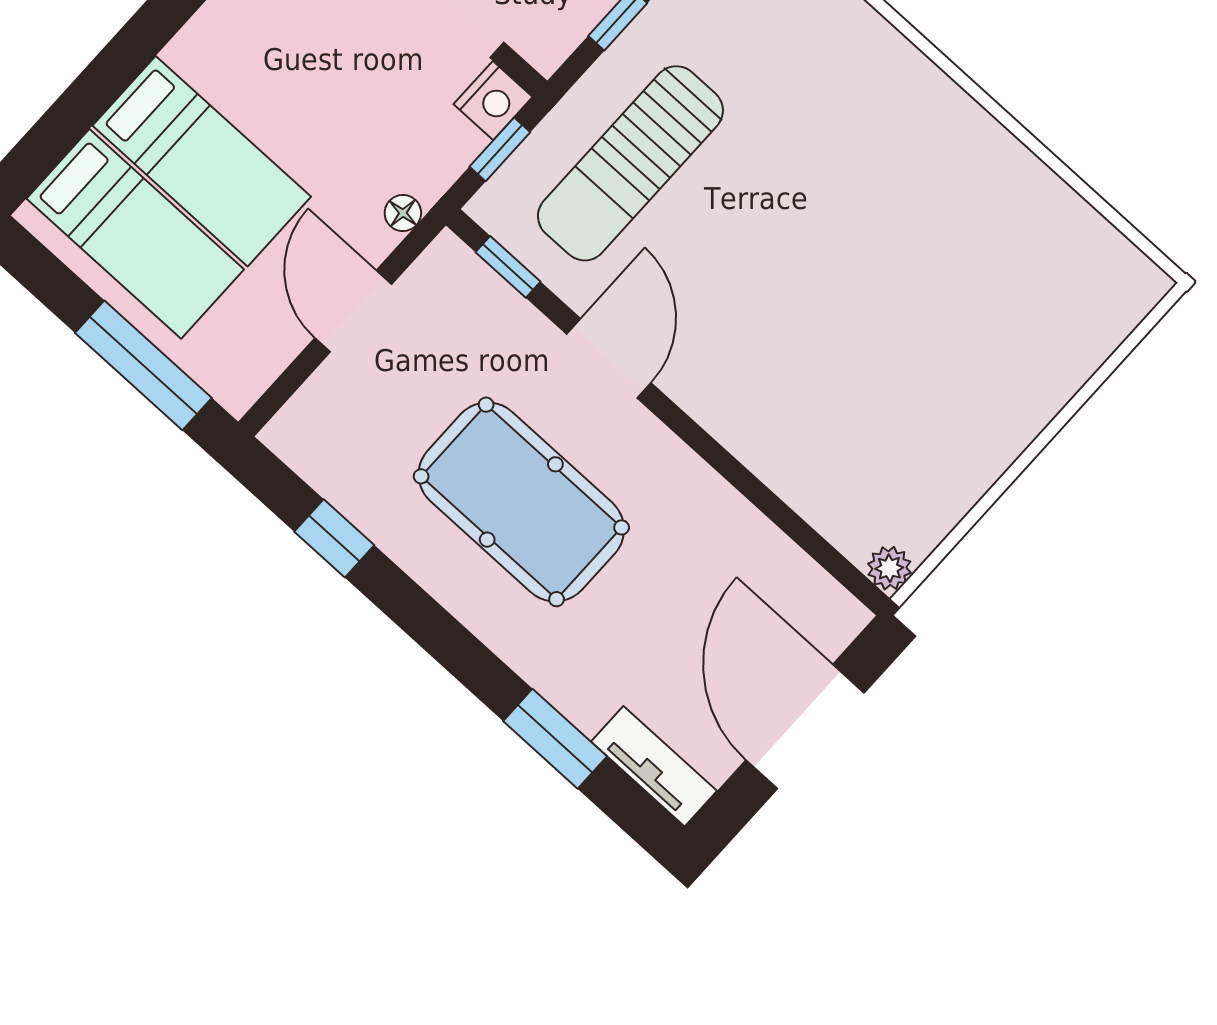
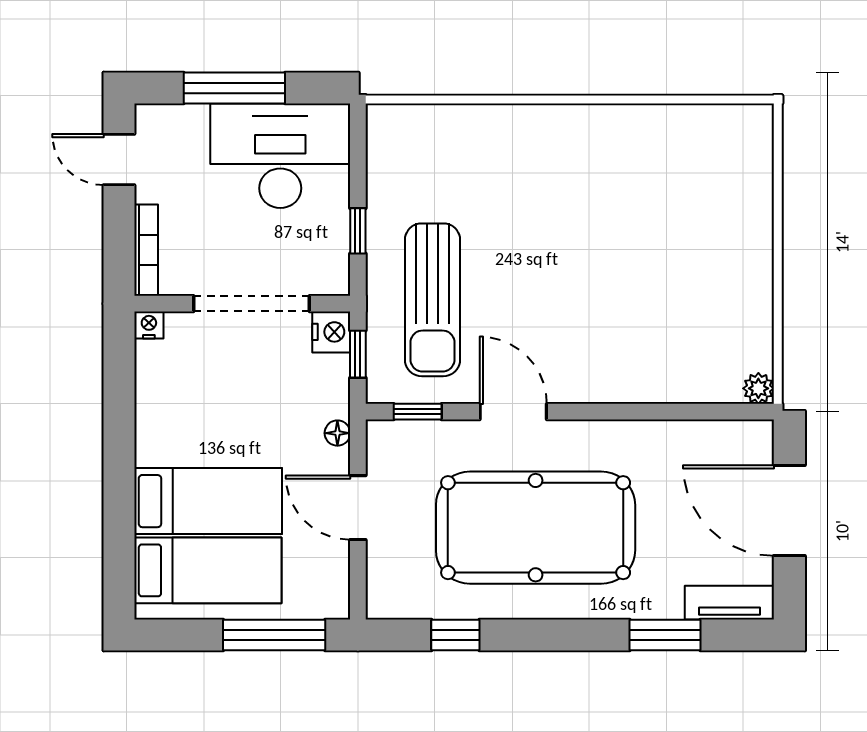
pool table: (521, 502) -> (536, 528), width x1.36, depth x1.32

